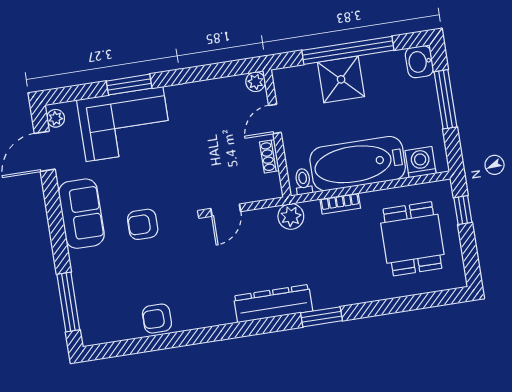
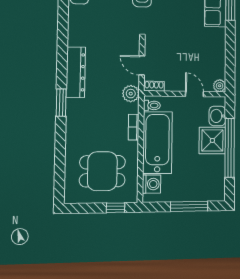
washbasin: (419, 62) -> (217, 116), moved, turned -90
shoe rack: (269, 156) -> (154, 86), moved
door: (226, 210) -> (142, 65), moved

